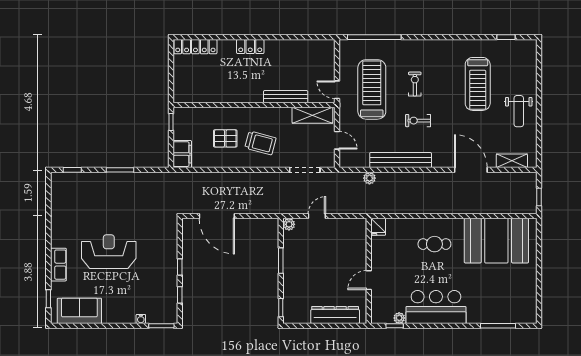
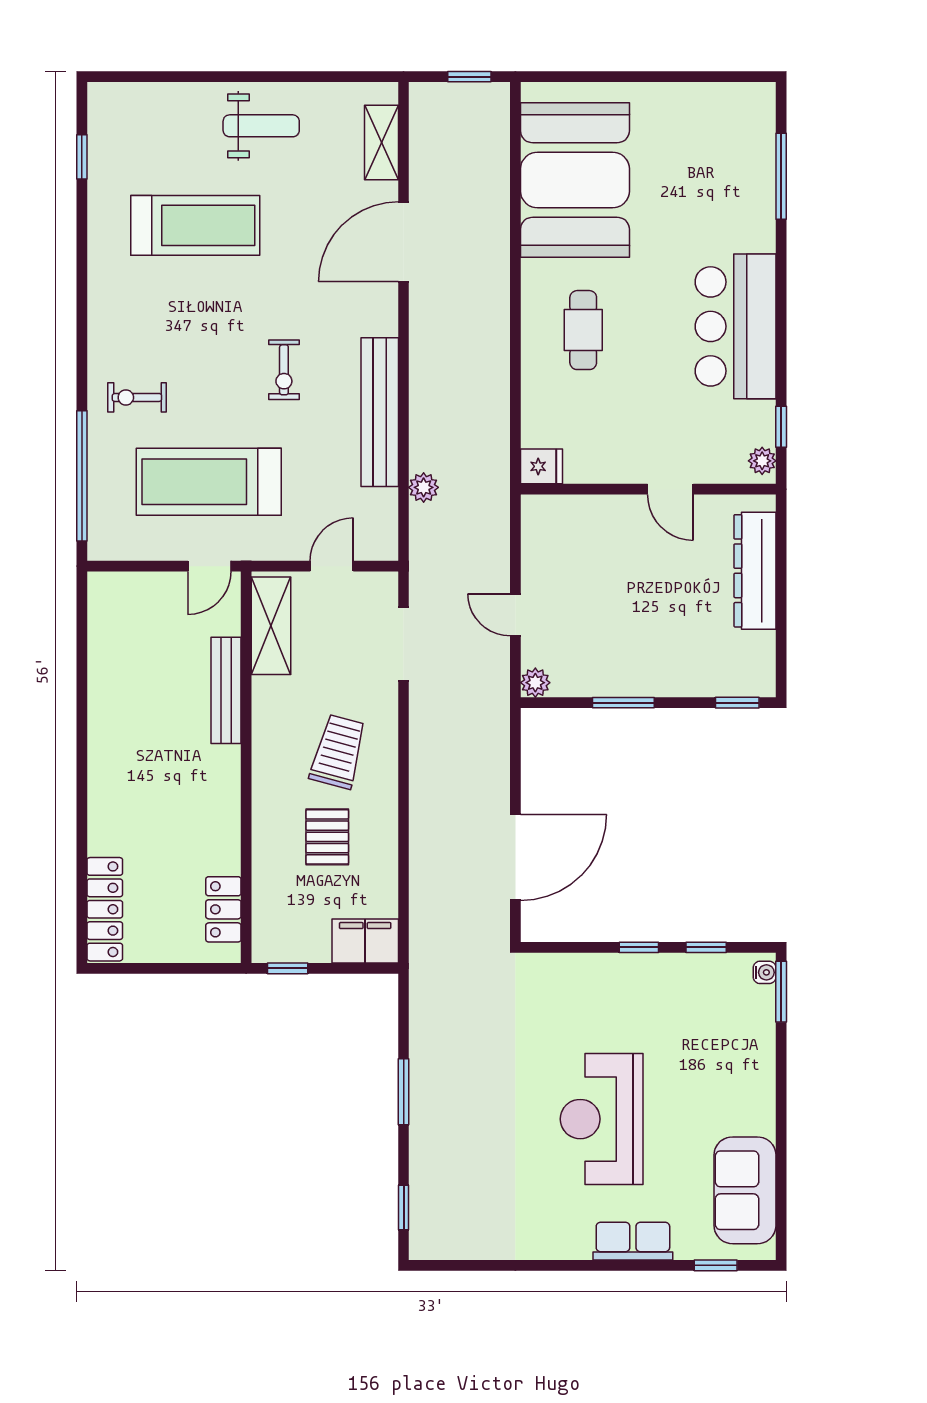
locker: (250, 47) -> (223, 909), moved, turned 180
exercise bike: (415, 84) -> (137, 397), moved
plant: (399, 318) -> (762, 461), moved
water cooler: (141, 319) -> (765, 972), moved

